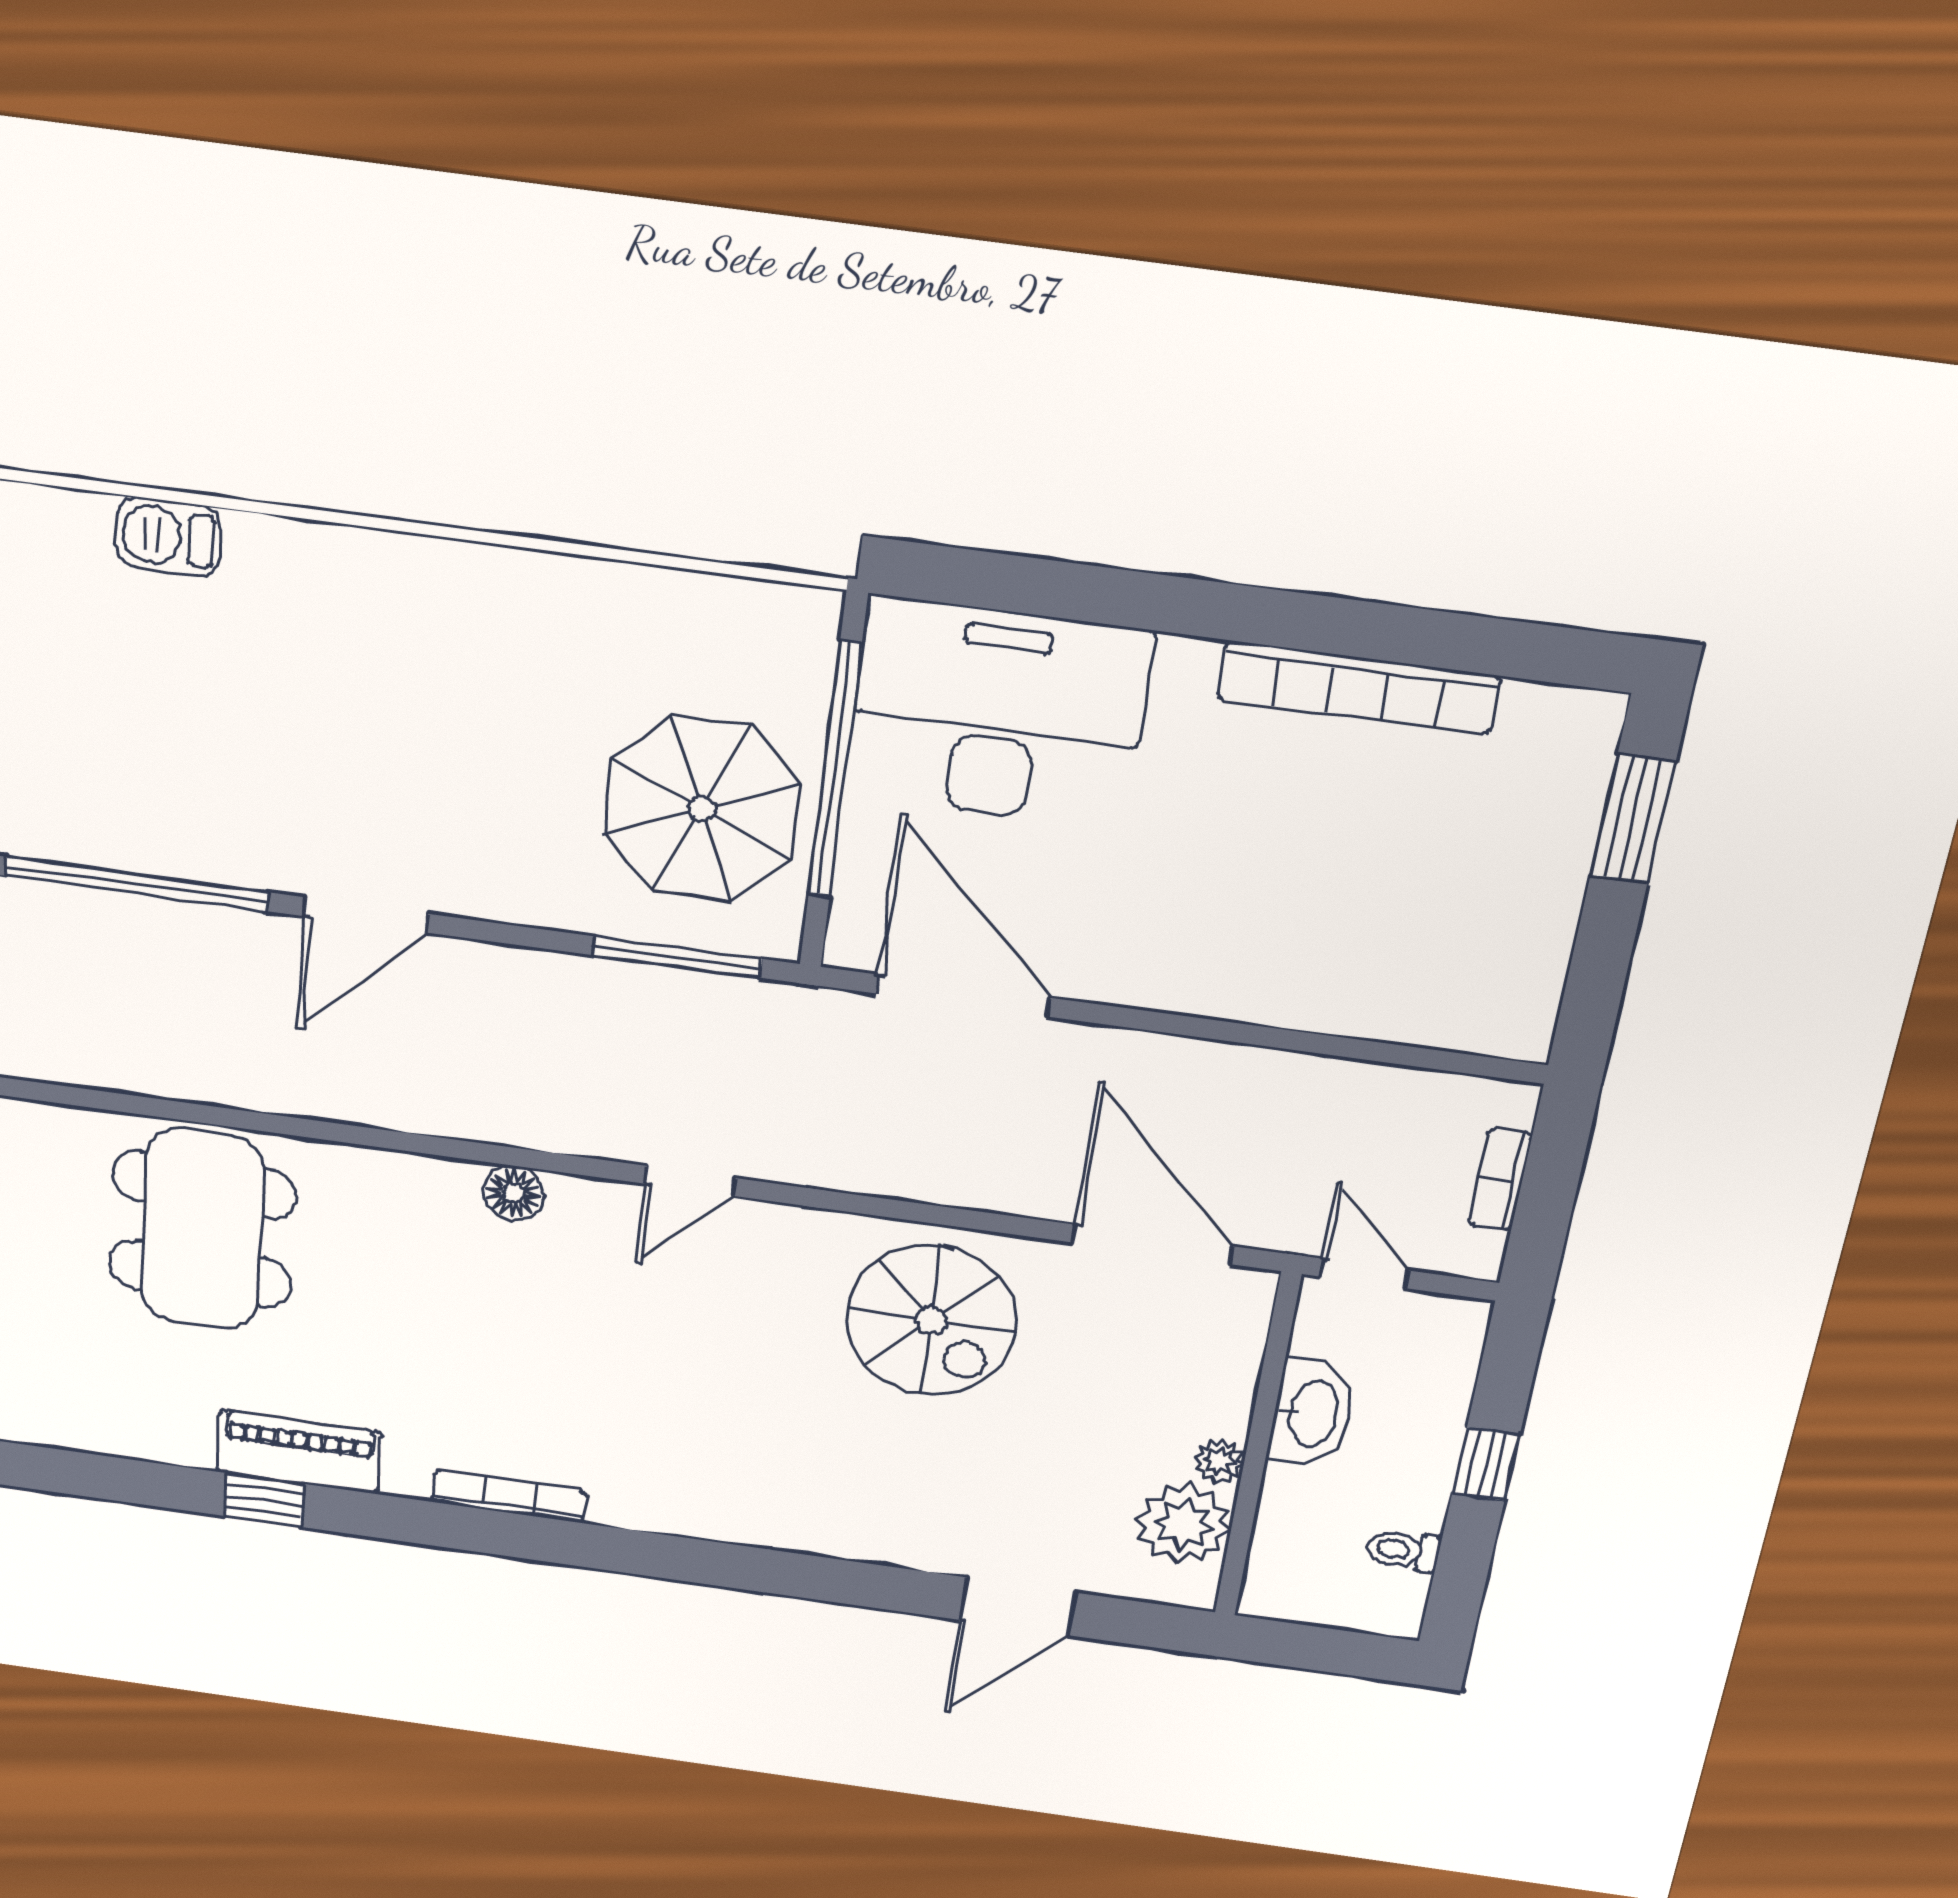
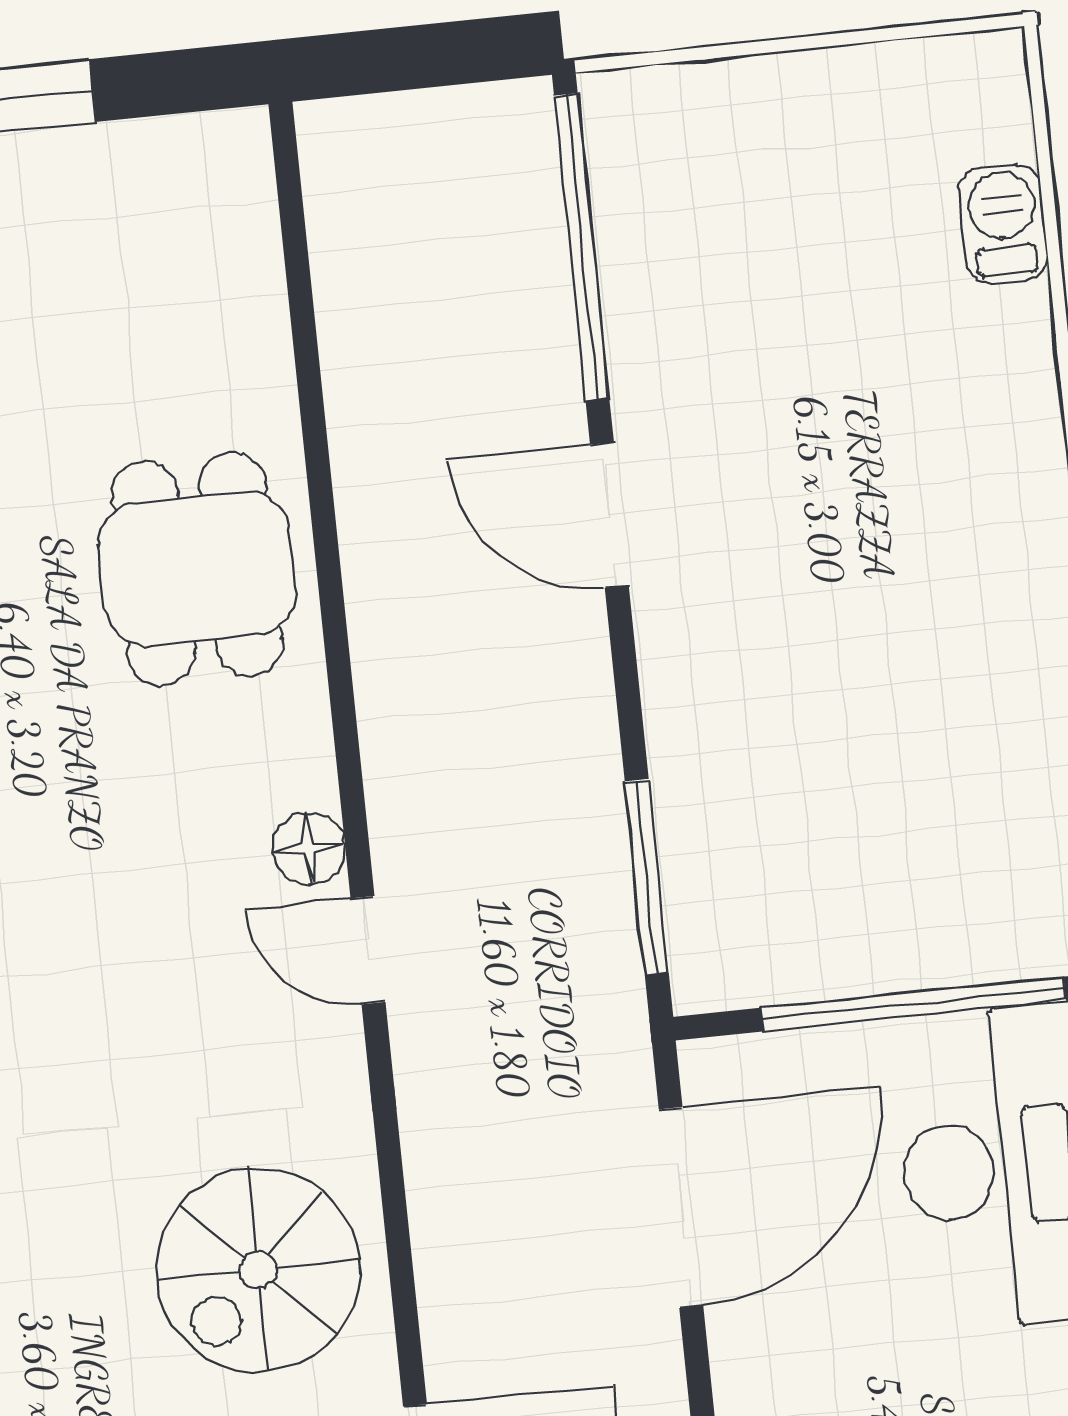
parasol: (702, 809) -> (832, 867), removed
floor lamp: (513, 1193) -> (309, 848), moved
dining table: (202, 1229) -> (197, 569), moved, width x0.73

